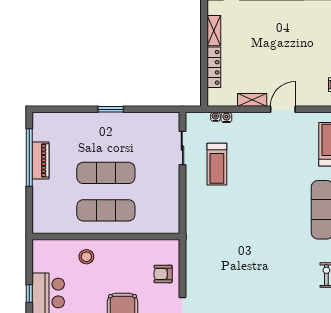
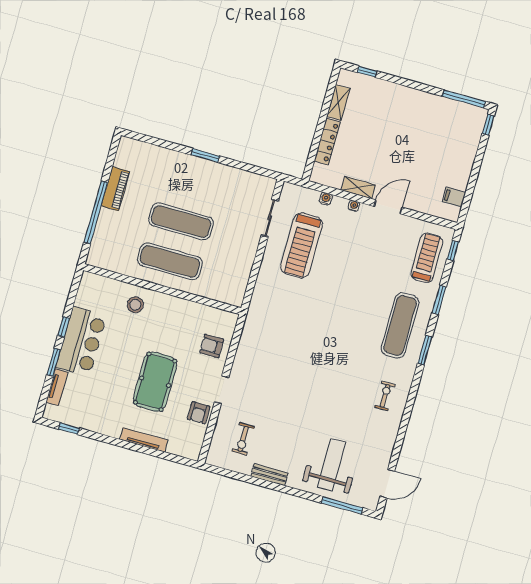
water cooler: (215, 117) -> (354, 206), moved
window: (29, 157) -> (96, 212), moved
treadmill: (217, 164) -> (302, 245), width x1.37, depth x1.38

